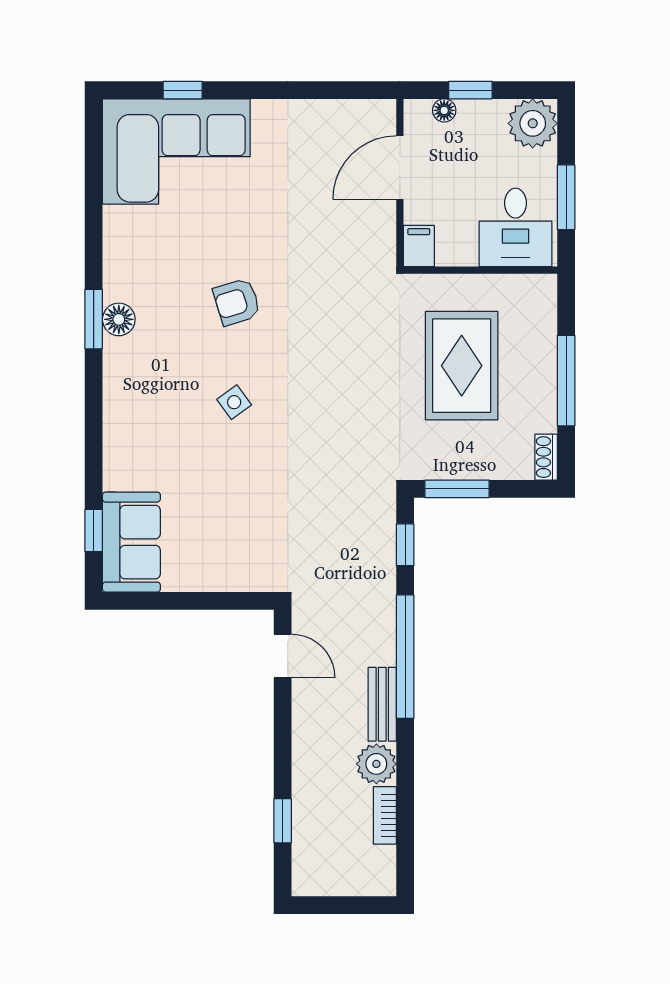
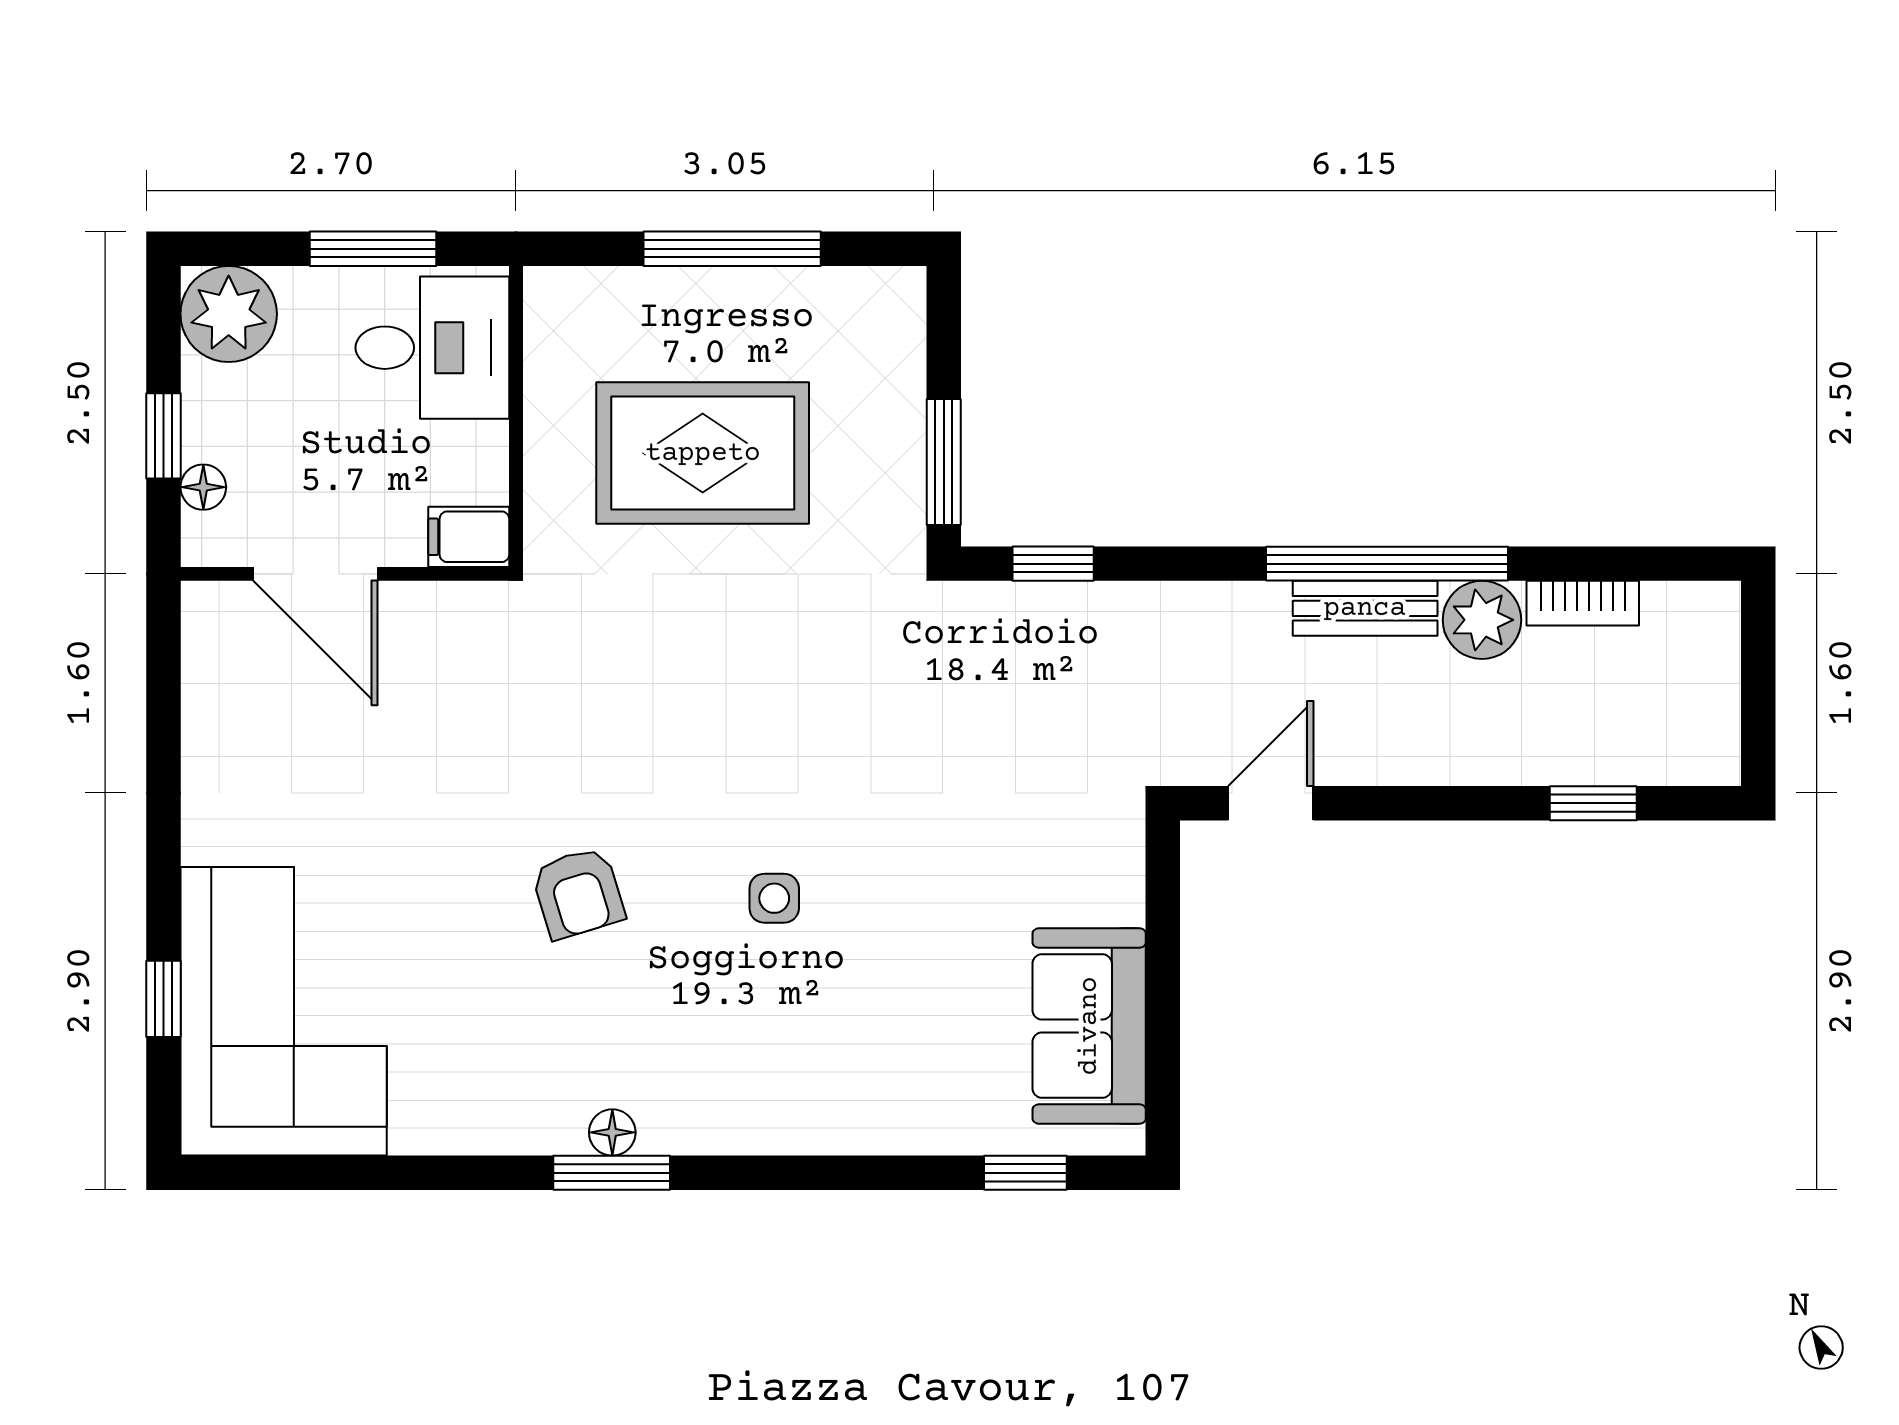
floor lamp: (119, 319) -> (612, 1132), width x0.73, depth x0.73
side table: (234, 402) -> (774, 898), turned 36
shoe rack: (546, 457) -> (882, 288), removed
sofa: (131, 542) -> (1089, 1026), moved, turned -90
window: (405, 657) -> (1387, 564), moved

